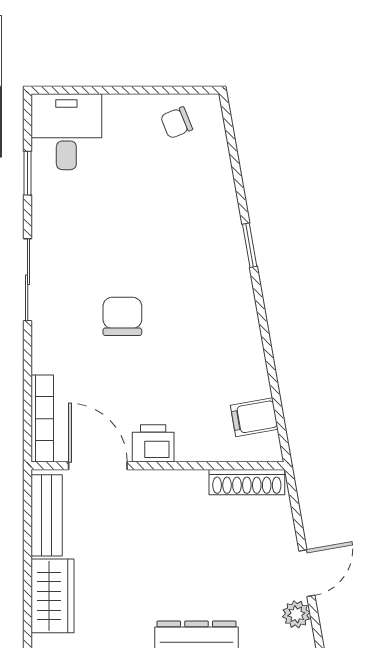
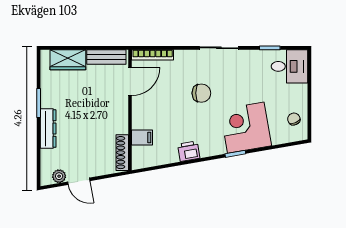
corner desk: (195, 223) -> (246, 128), added
filing cabinet: (254, 417) -> (142, 137), moved, turned 100
printer: (153, 443) -> (189, 151), moved, turned -100

